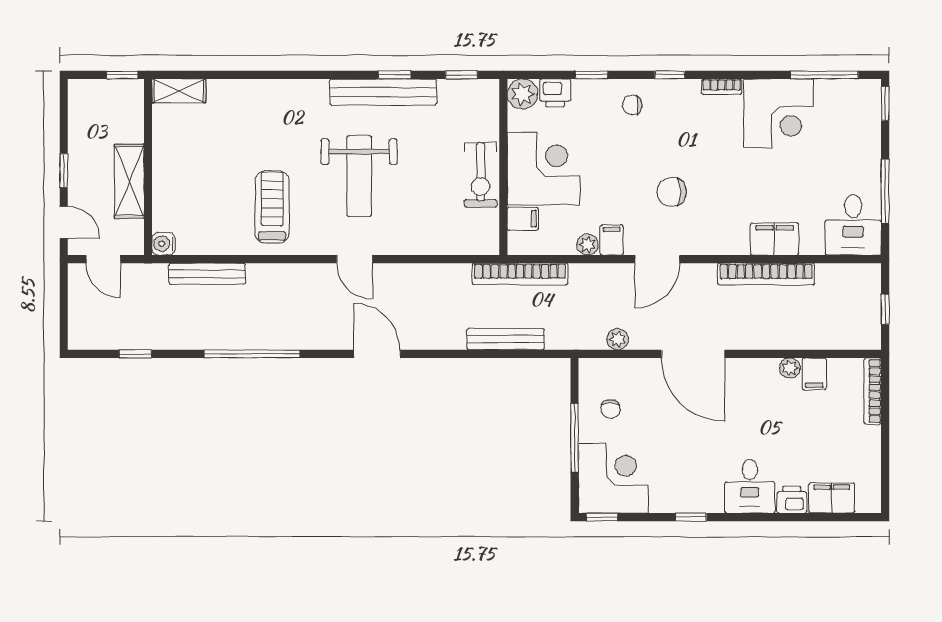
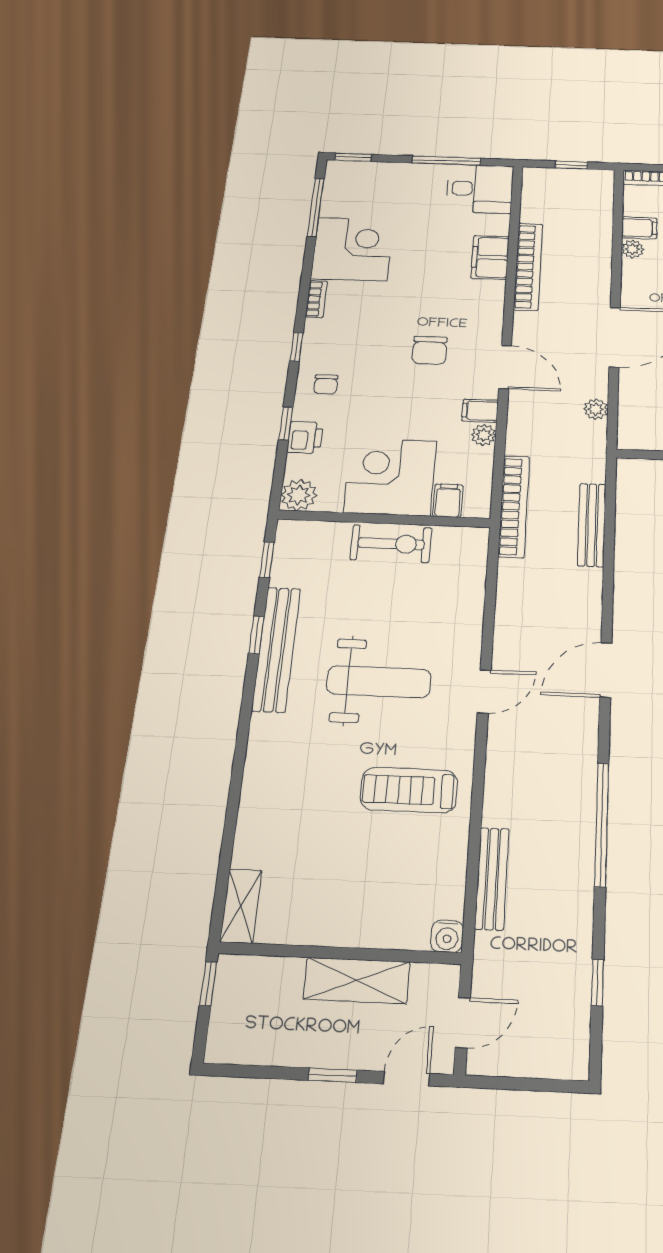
printer: (555, 93) -> (305, 437), moved

